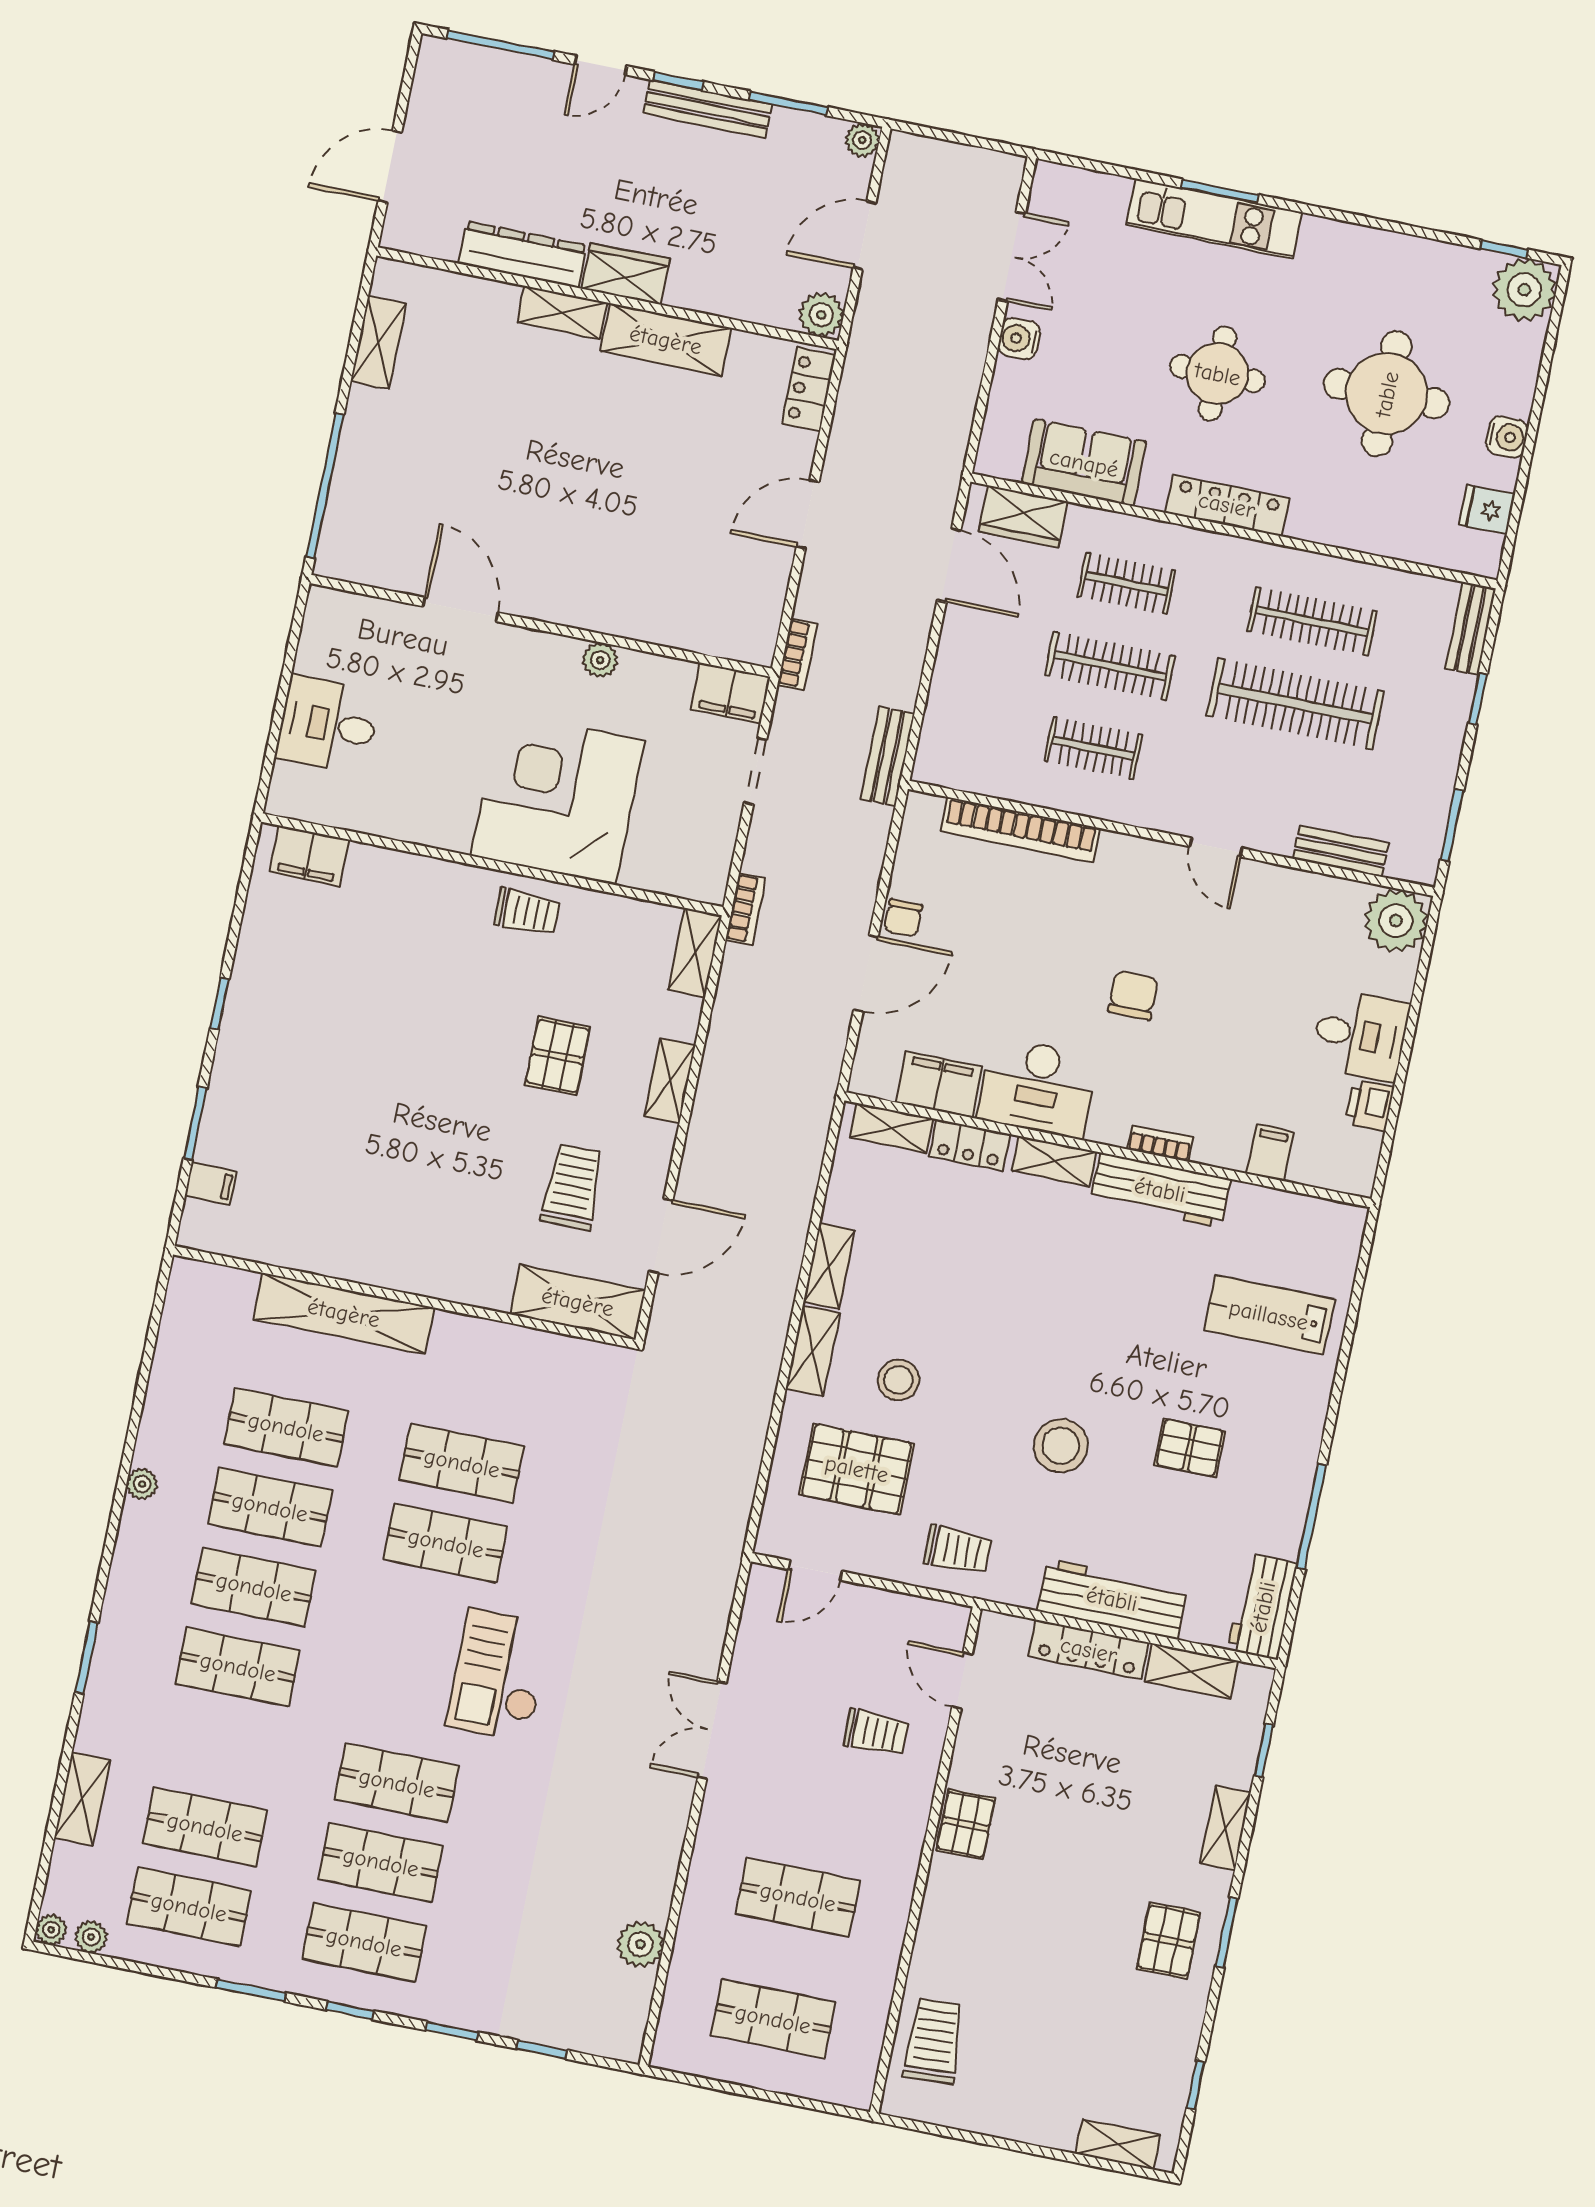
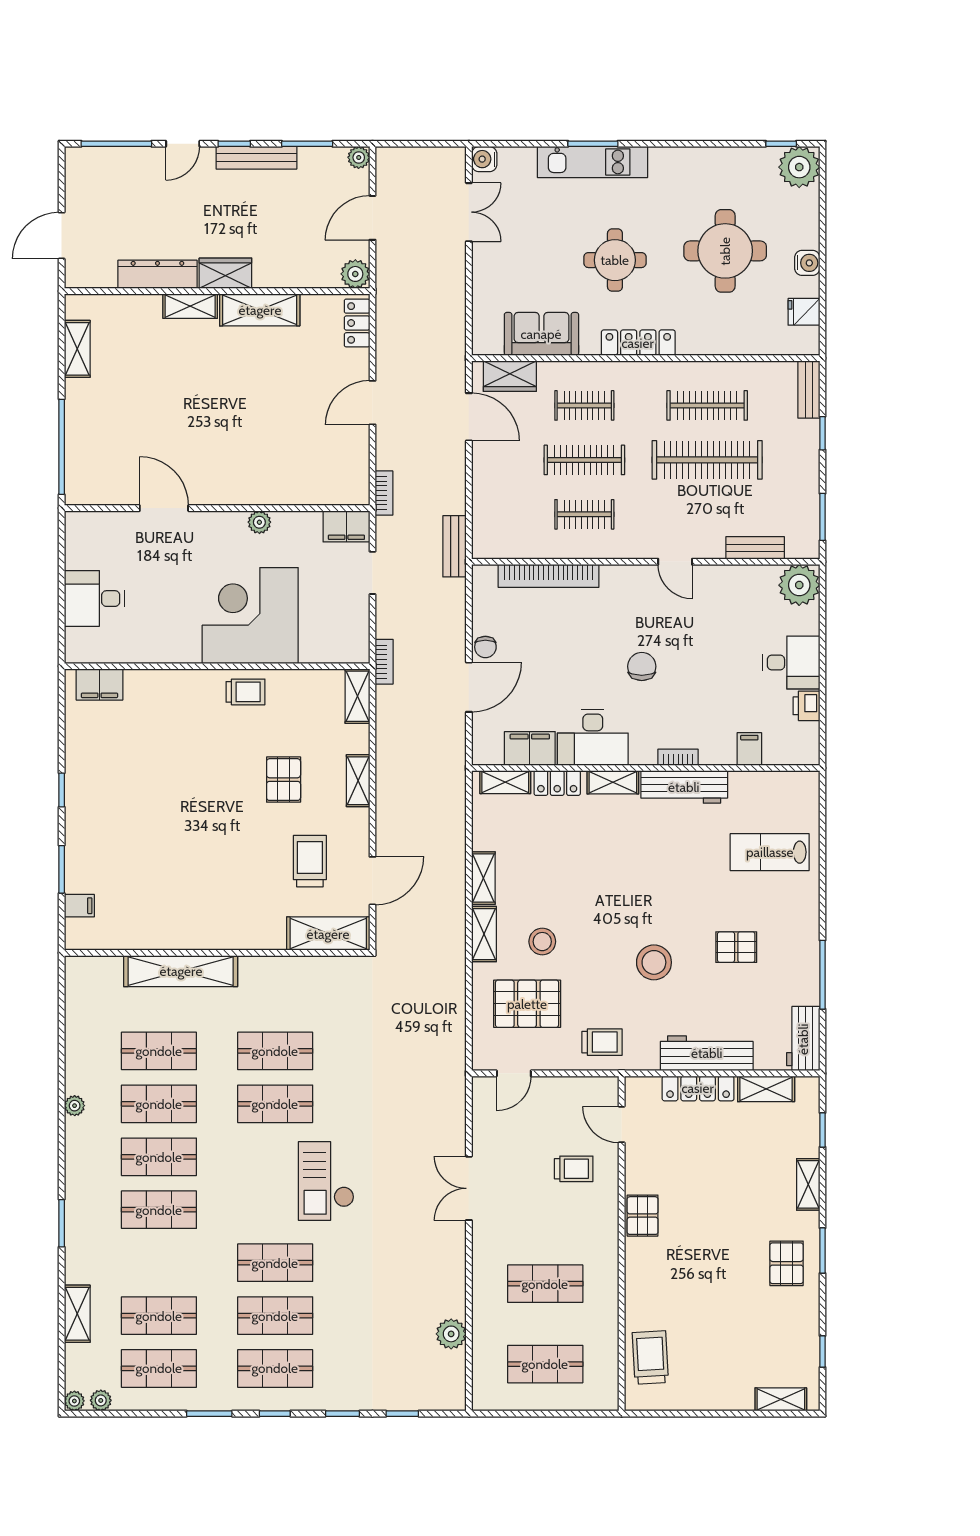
water cooler: (1019, 339) -> (484, 159), moved

